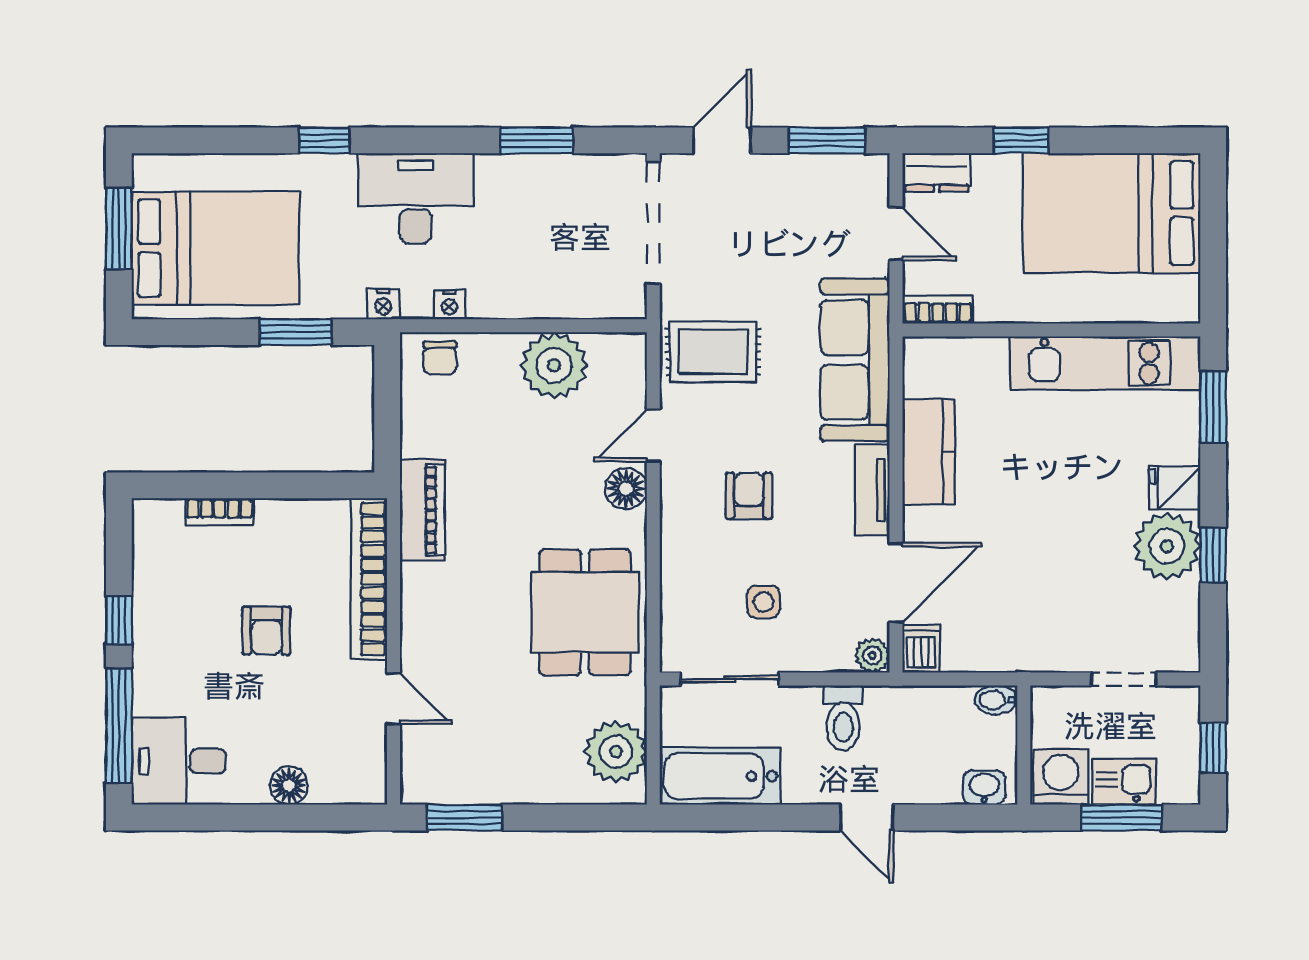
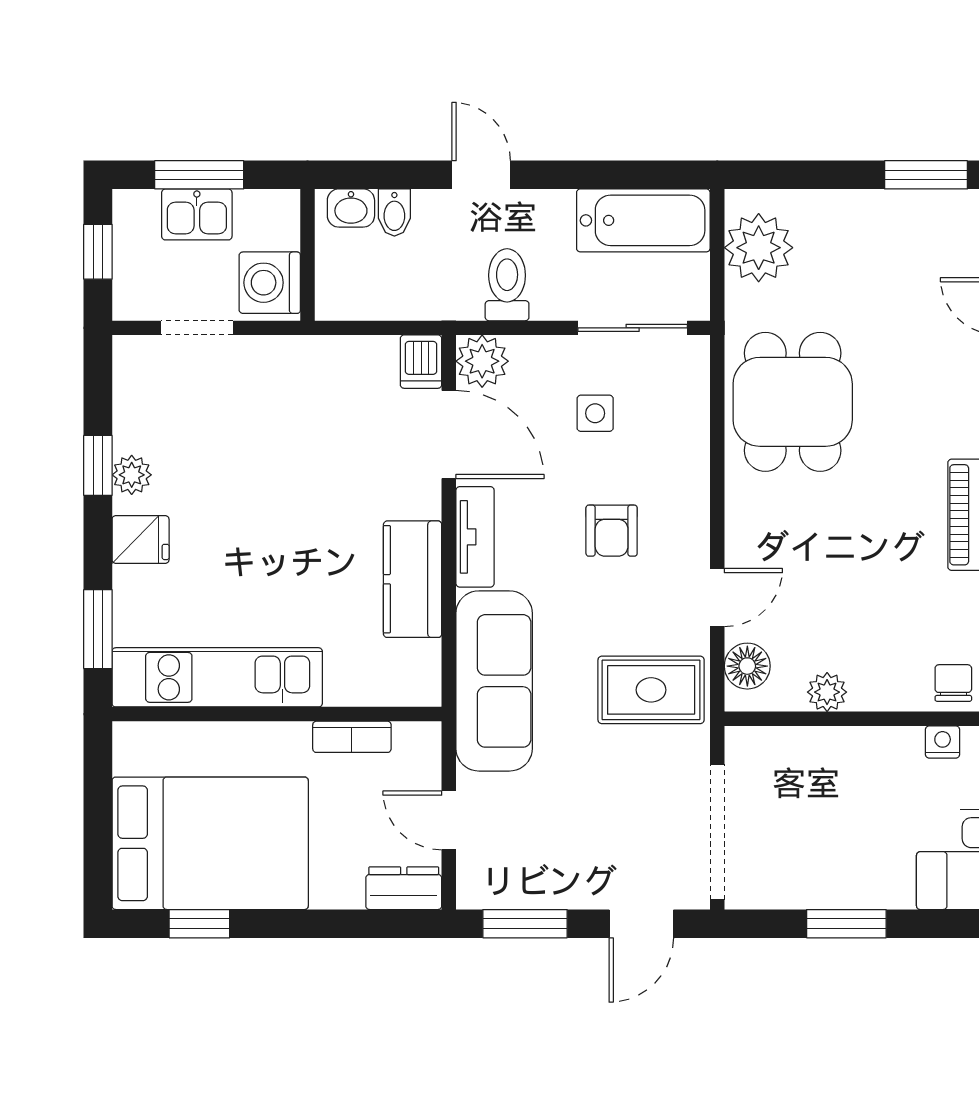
window: (1021, 140) -> (199, 924), moved
bookcase: (938, 309) -> (352, 737), moved
plant: (554, 365) -> (827, 692), width x0.53, depth x0.53
floor lamp: (626, 489) -> (747, 666), moved
plant: (1167, 546) -> (132, 475), width x0.53, depth x0.53
door: (896, 583) -> (449, 435), swing flipped
plant: (872, 655) -> (482, 361), width x1.38, depth x1.38
bidet: (996, 700) -> (394, 213), moved, turned 90
washing machine: (1061, 777) -> (270, 283), moved, turned 90

